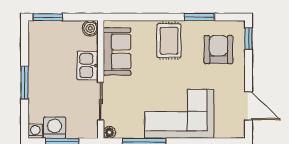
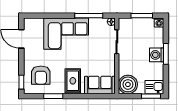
boiler: (90, 28) -> (128, 84), width x1.86, depth x1.86
sofa: (117, 52) -> (100, 85), moved, turned 90
kitchen sink: (88, 65) -> (154, 87), moved, turned -90
washing machine: (55, 128) -> (157, 55), moved, turned 90

